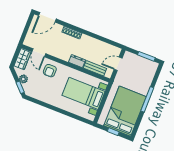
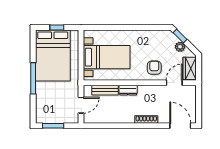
door: (47, 17) -> (180, 126), hinge flipped
door: (39, 53) -> (174, 83), hinge flipped

